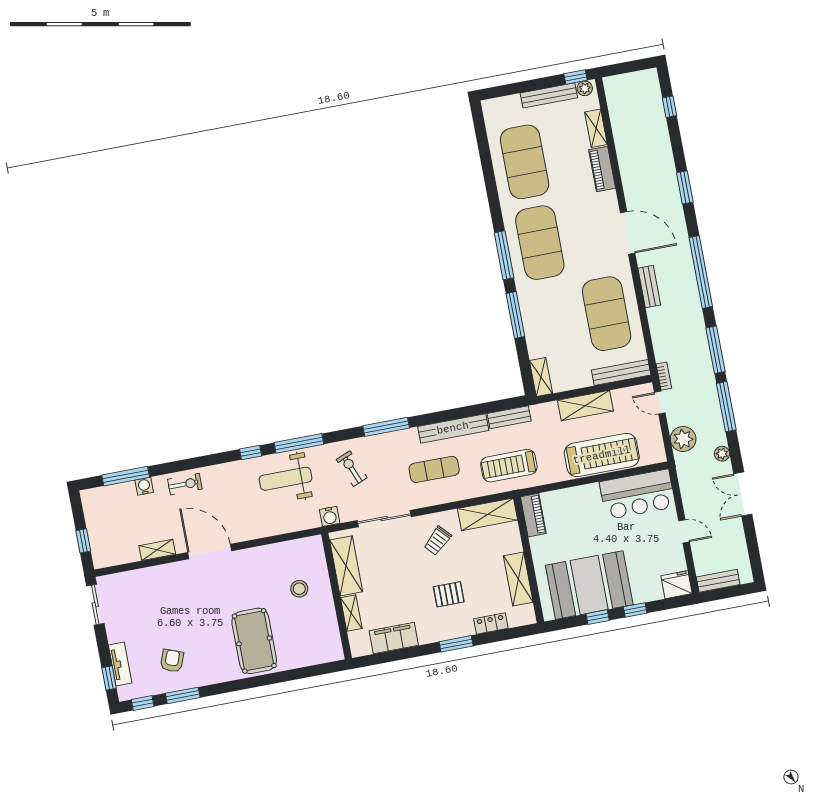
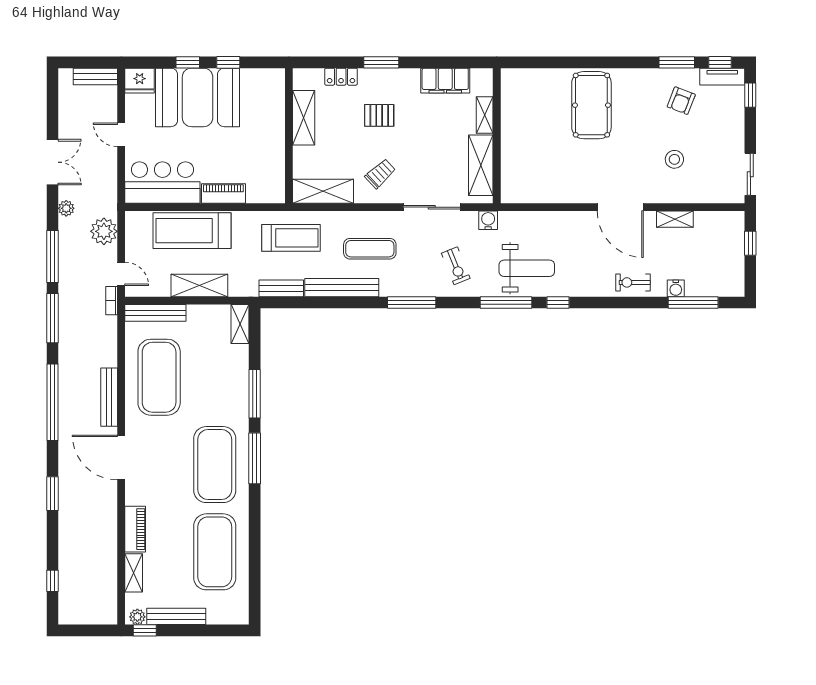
bench: (649, 287) -> (109, 397), width x1.36
piano: (533, 515) -> (223, 194), moved, turned 90
booth: (589, 585) -> (198, 97), moved
stool: (299, 589) -> (674, 159), moved
tv unit: (120, 664) -> (722, 77), moved, turned -90

